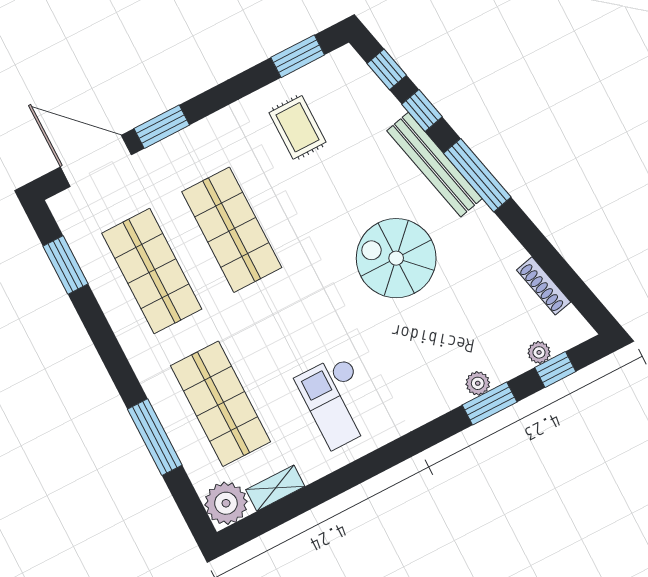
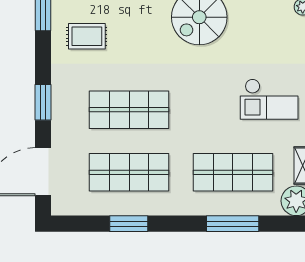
window: (162, 127) -> (43, 102), moved
window: (66, 265) -> (129, 224), moved

